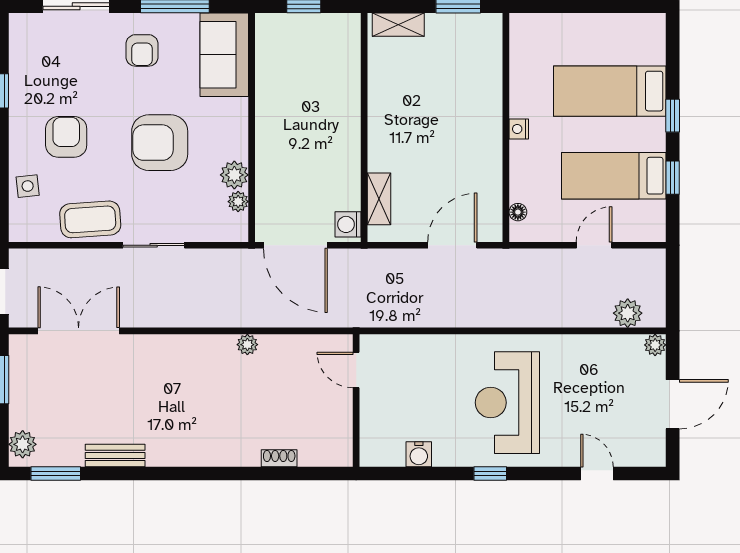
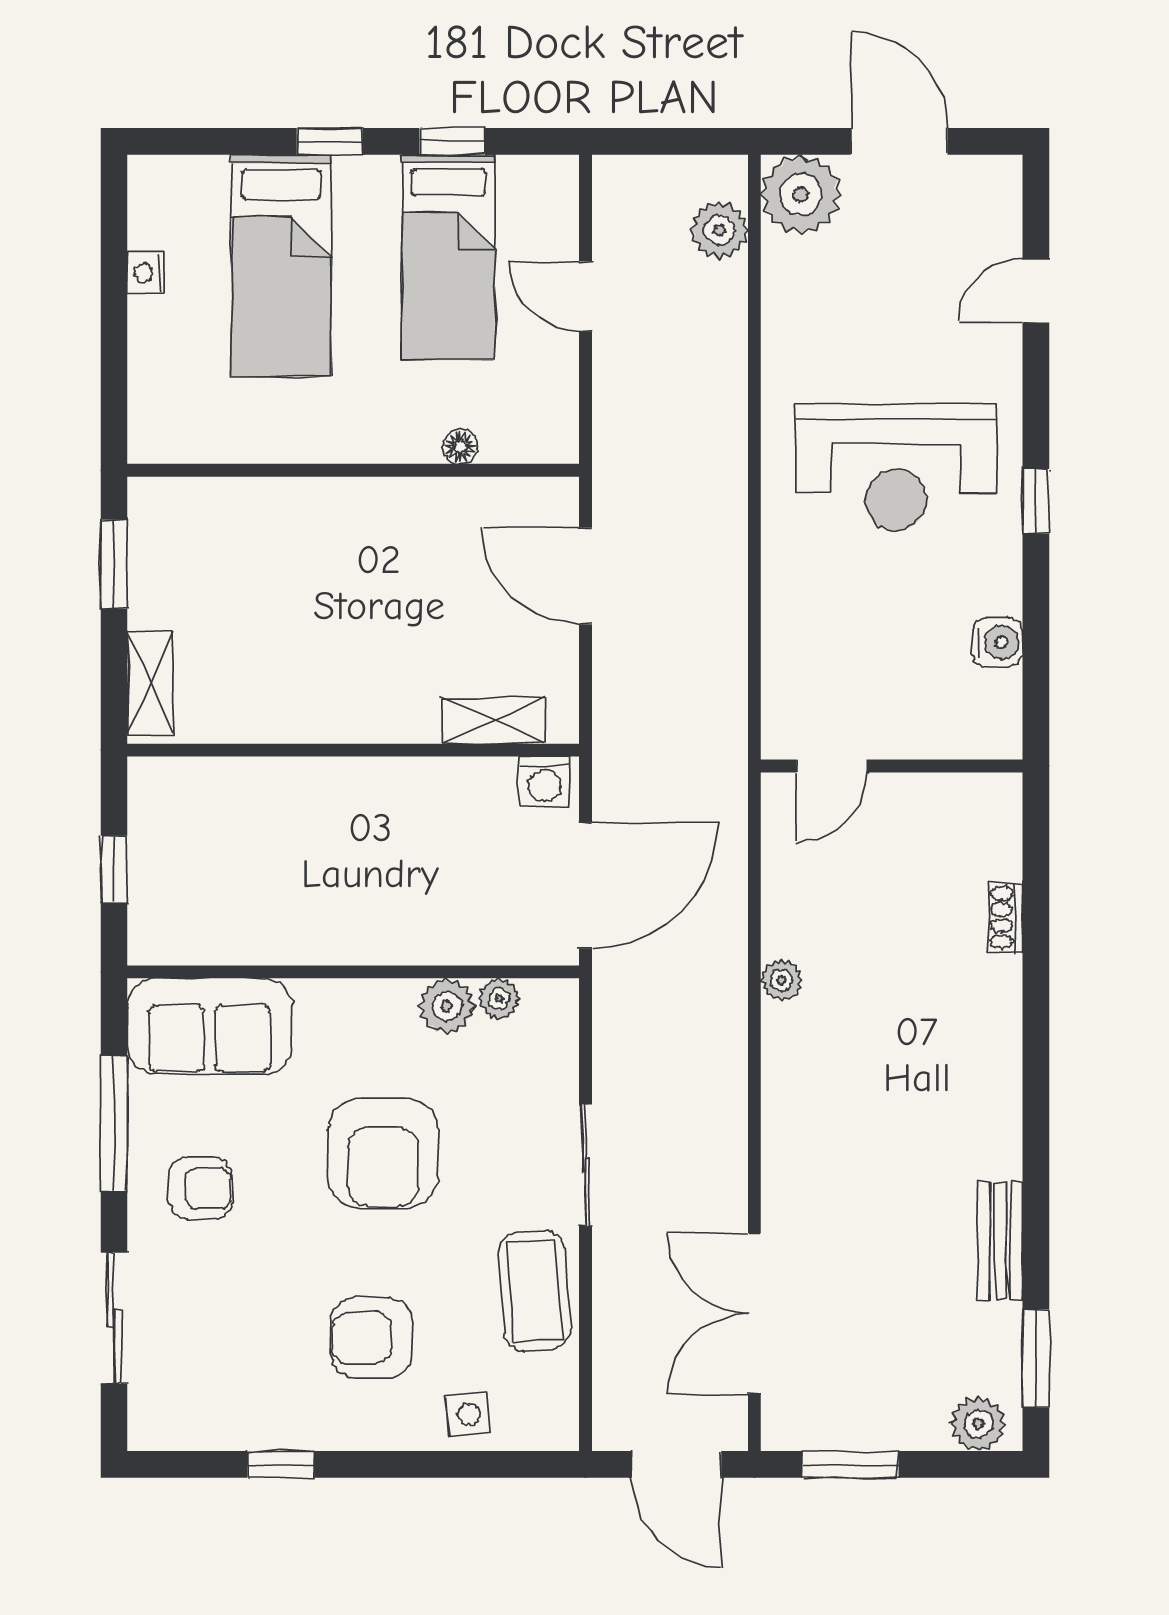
nightstand: (519, 129) -> (146, 273), moved, turned 90
floor lamp: (518, 212) -> (460, 447), moved
plant: (655, 345) -> (801, 195), width x1.88, depth x1.88

